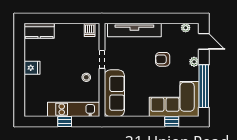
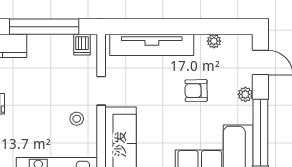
window: (65, 18) -> (44, 27), added
plant: (186, 28) -> (214, 41), moved

